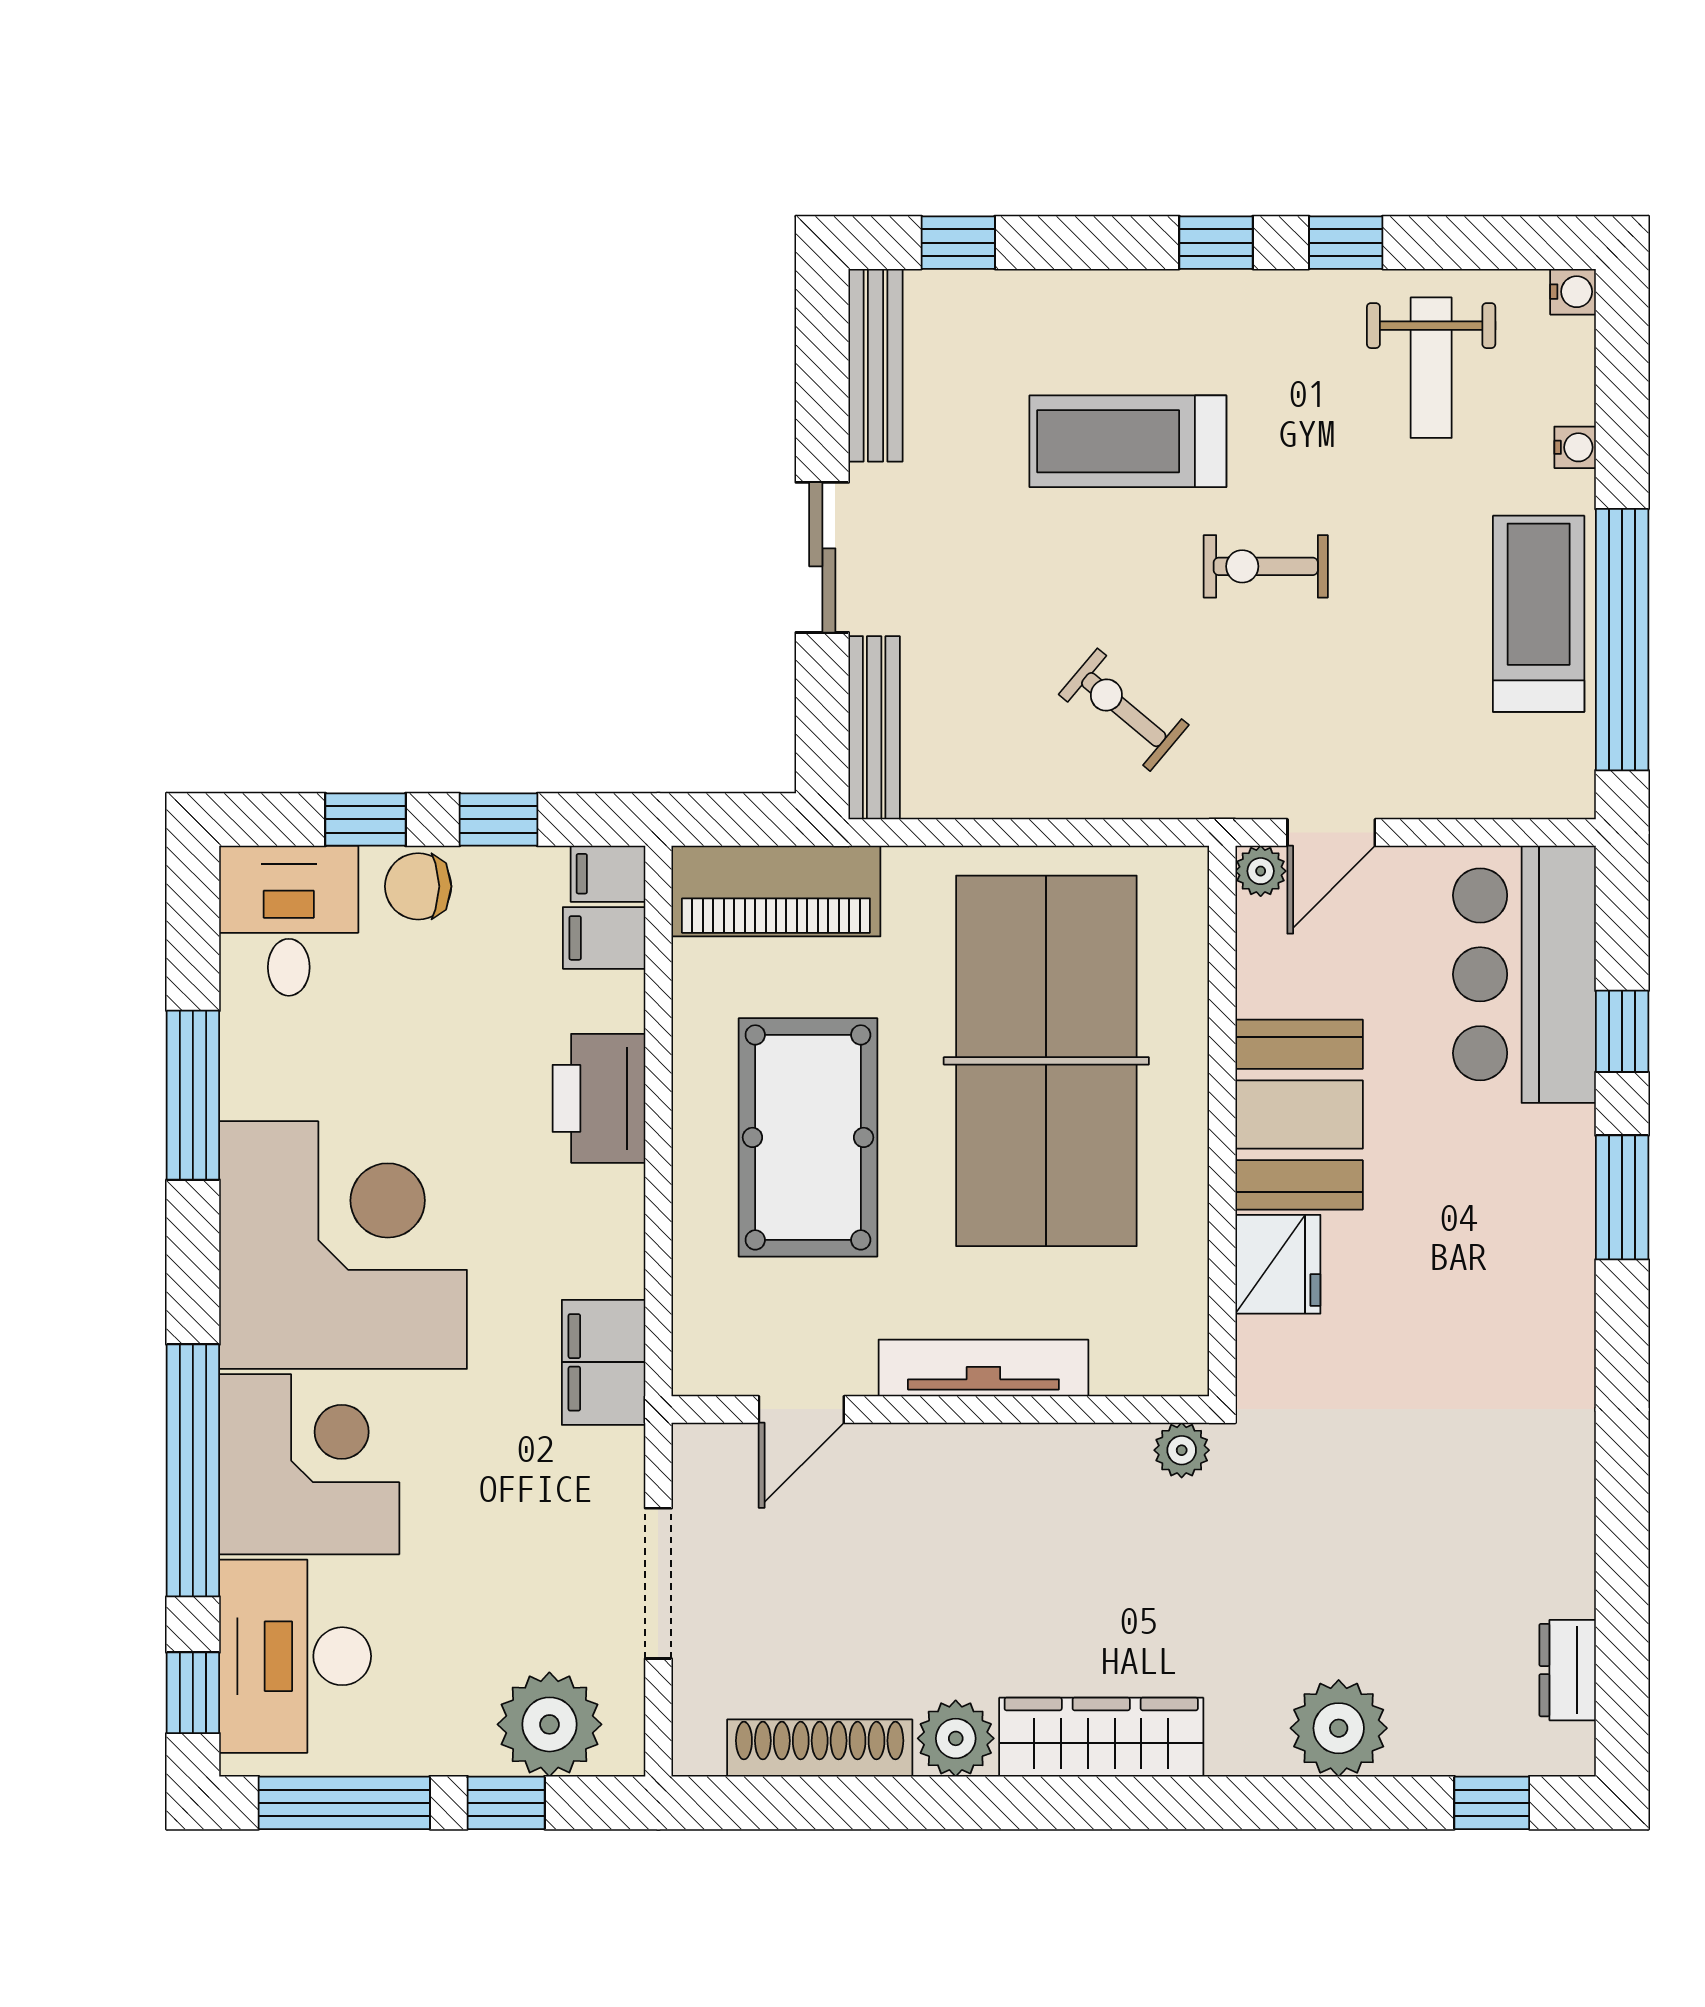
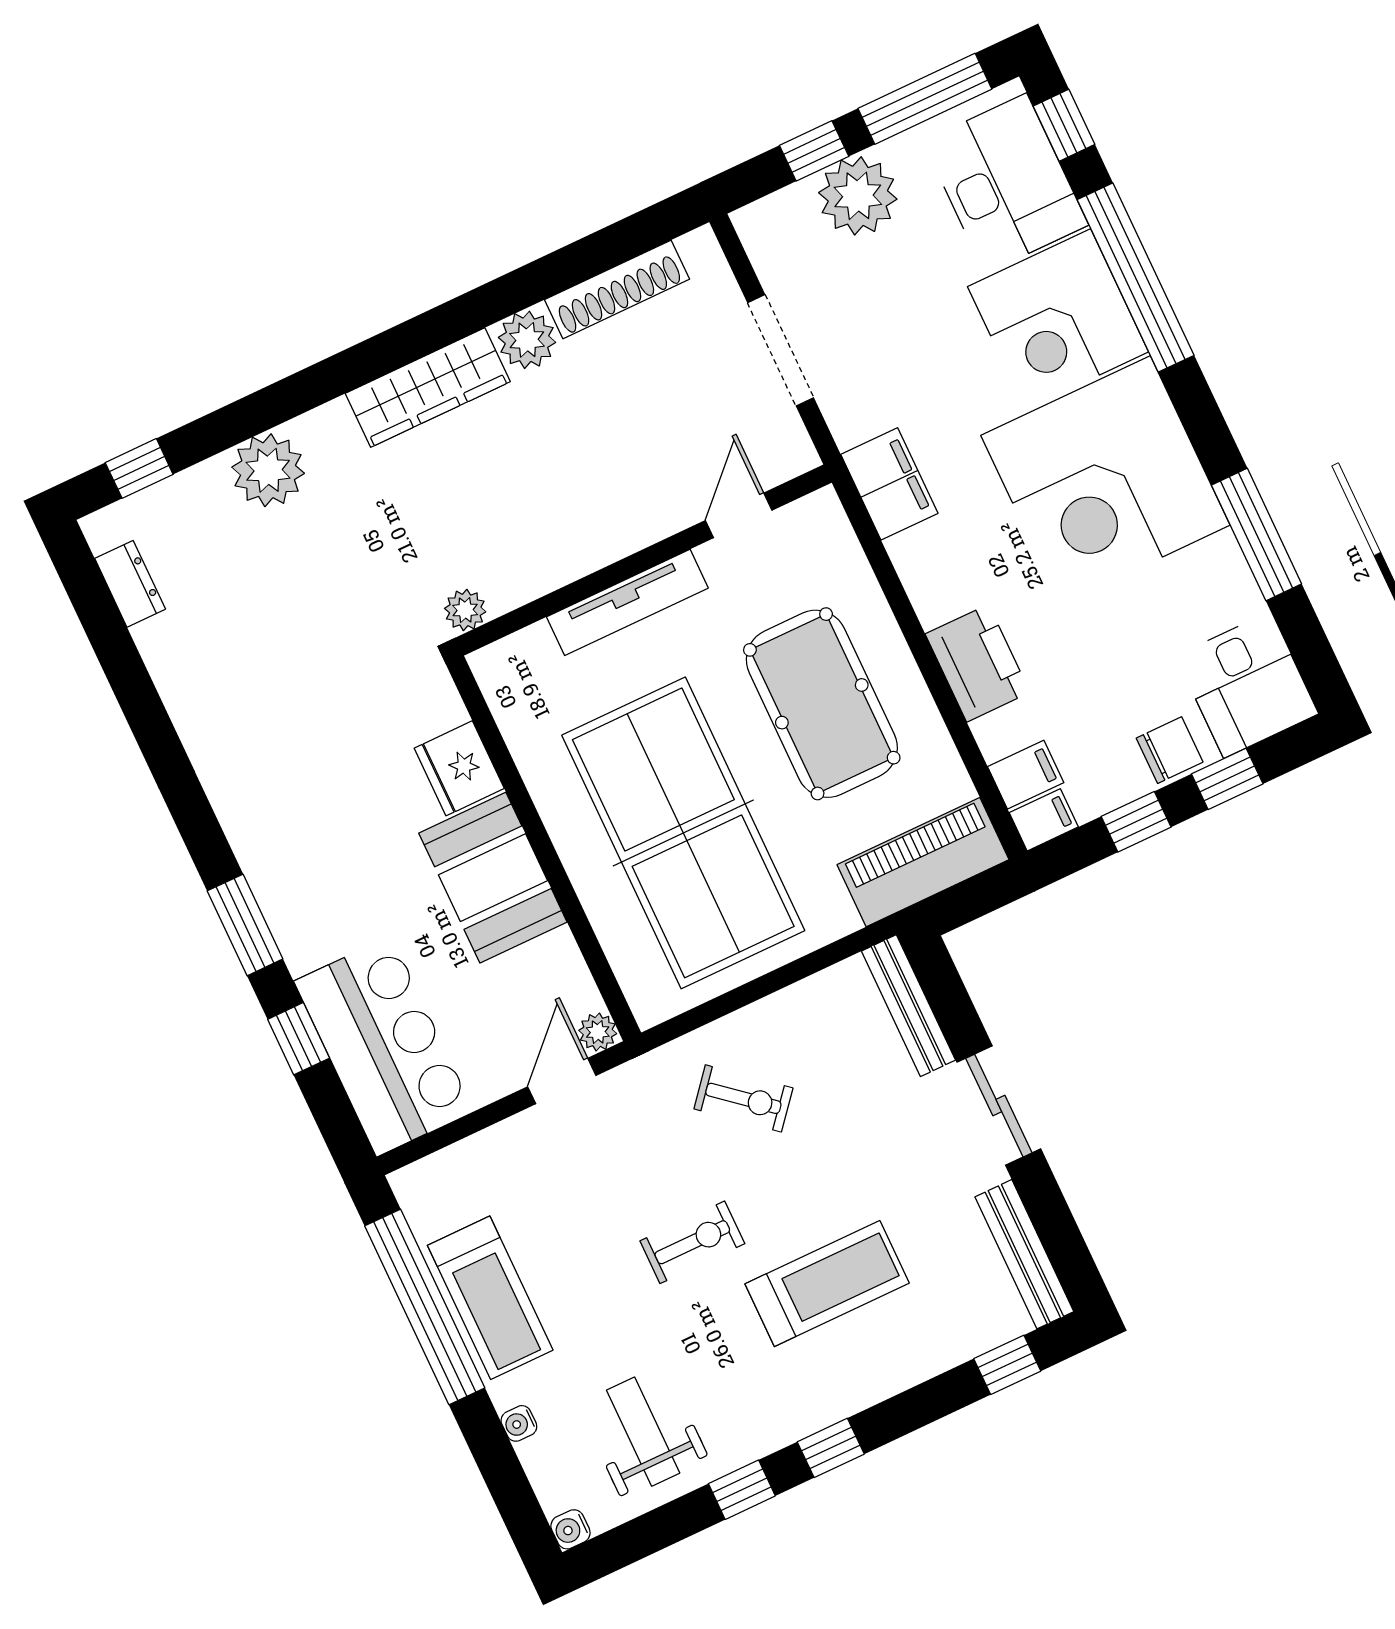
plant: (549, 1724) -> (858, 196), moved

